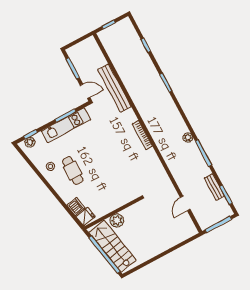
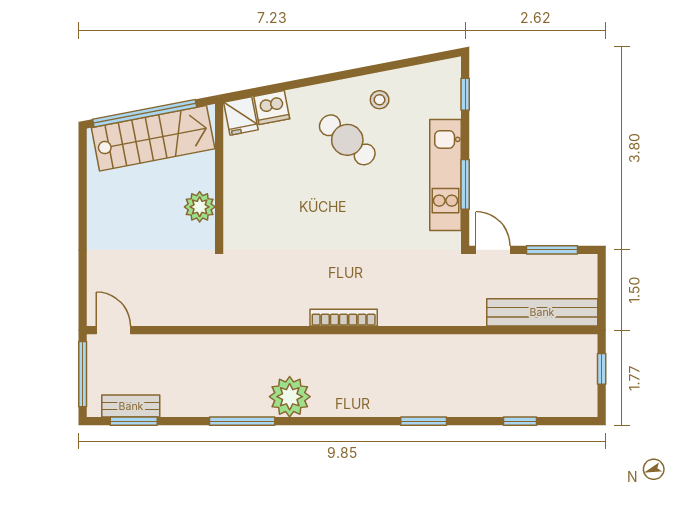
bench: (115, 88) -> (542, 312), moved
door: (85, 91) -> (493, 250), swing flipped
plant: (188, 138) -> (290, 397), width x1.88, depth x1.88
plant: (30, 142) -> (450, 84), removed
cafe table: (73, 171) -> (347, 140), turned 40
bench: (214, 187) -> (131, 406), moved
door: (185, 203) -> (113, 330), moved
plant: (117, 221) -> (200, 207), moved

